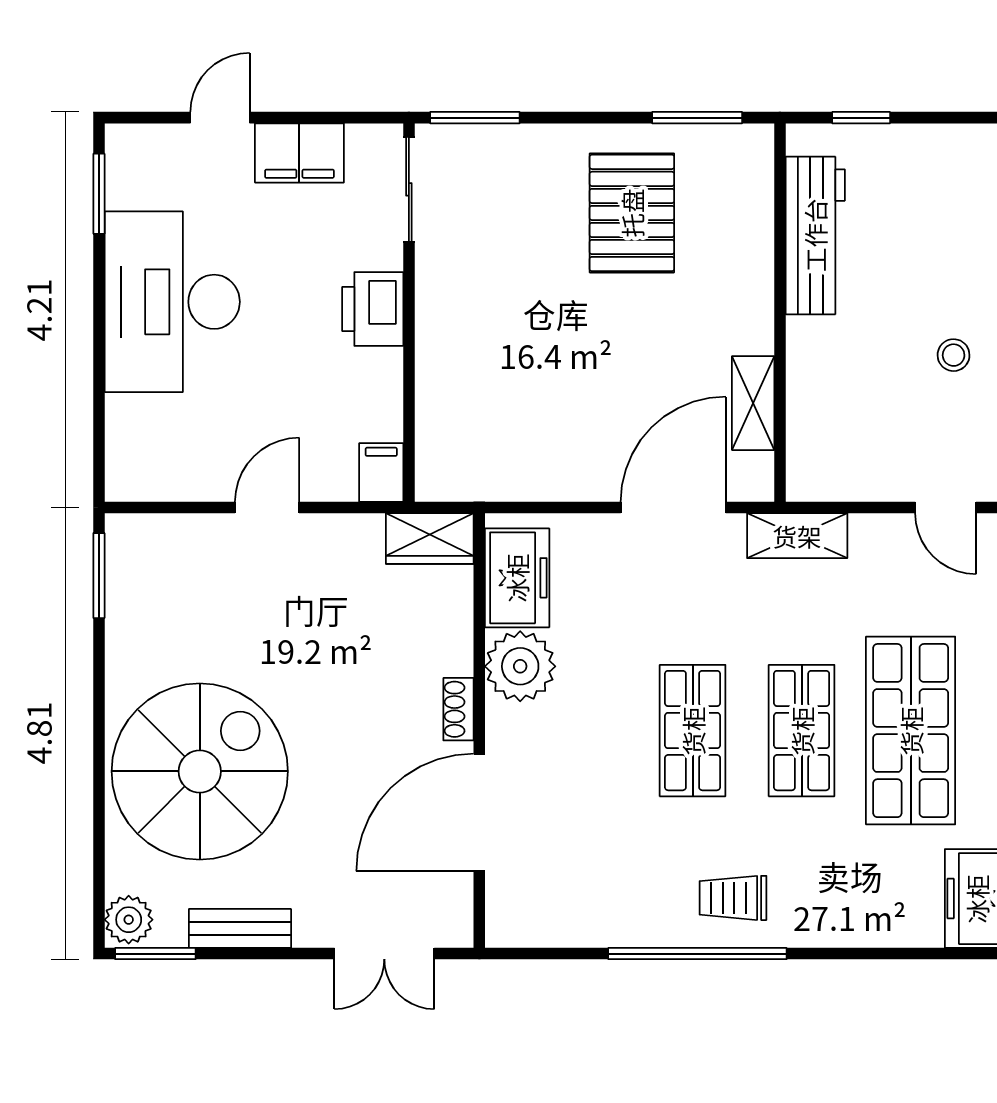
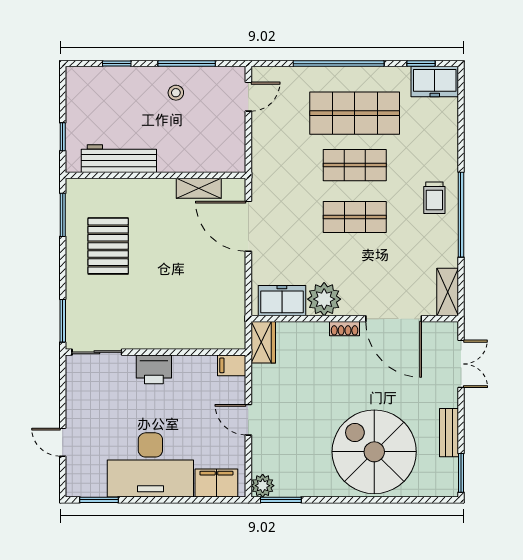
filing cabinet: (299, 153) -> (216, 483), moved, turned -90
pallet: (632, 213) -> (108, 246), turned 90
shelving: (797, 536) -> (448, 292), moved
plant: (129, 920) -> (263, 486), moved

